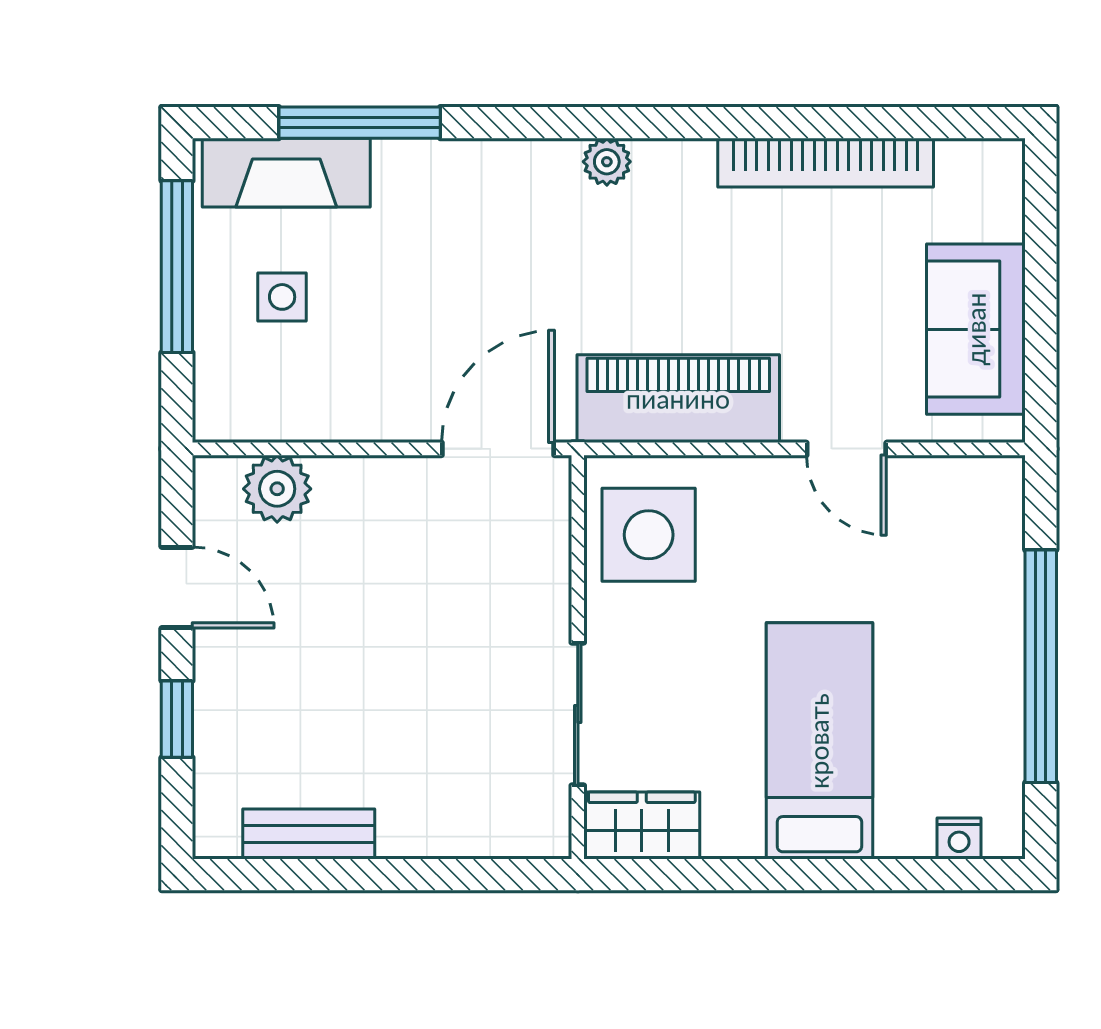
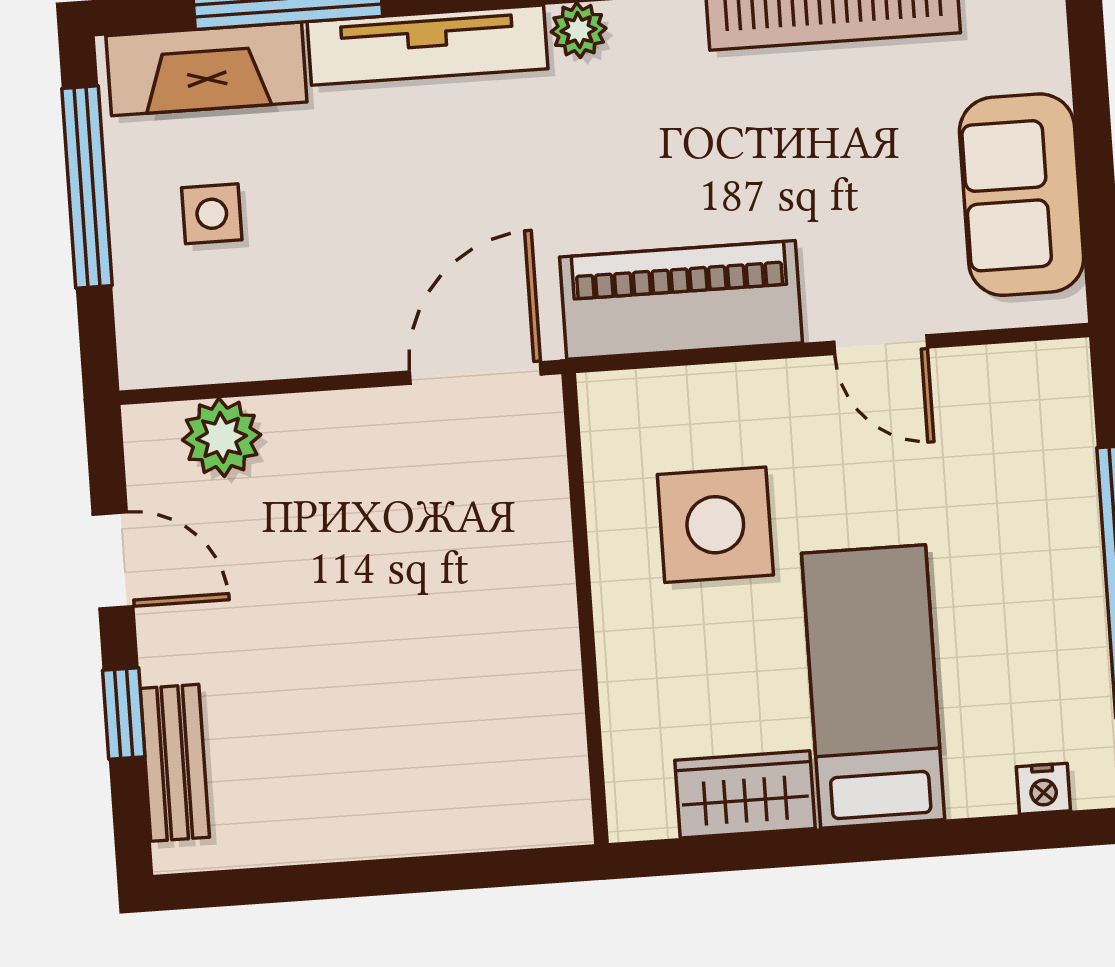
tv unit: (477, 166) -> (428, 45), added
side table: (649, 535) -> (715, 525), moved
sliding door: (578, 714) -> (590, 675), removed
wardrobe: (642, 825) -> (745, 794), moved
bench: (309, 834) -> (175, 763), moved, turned 90

